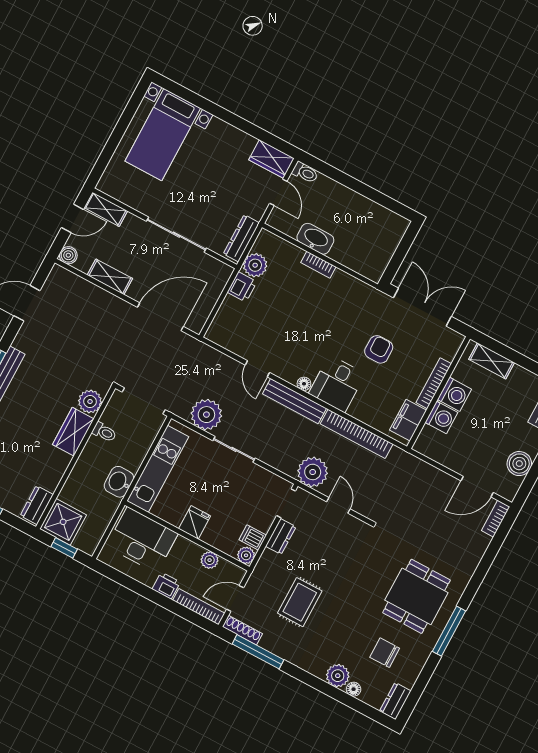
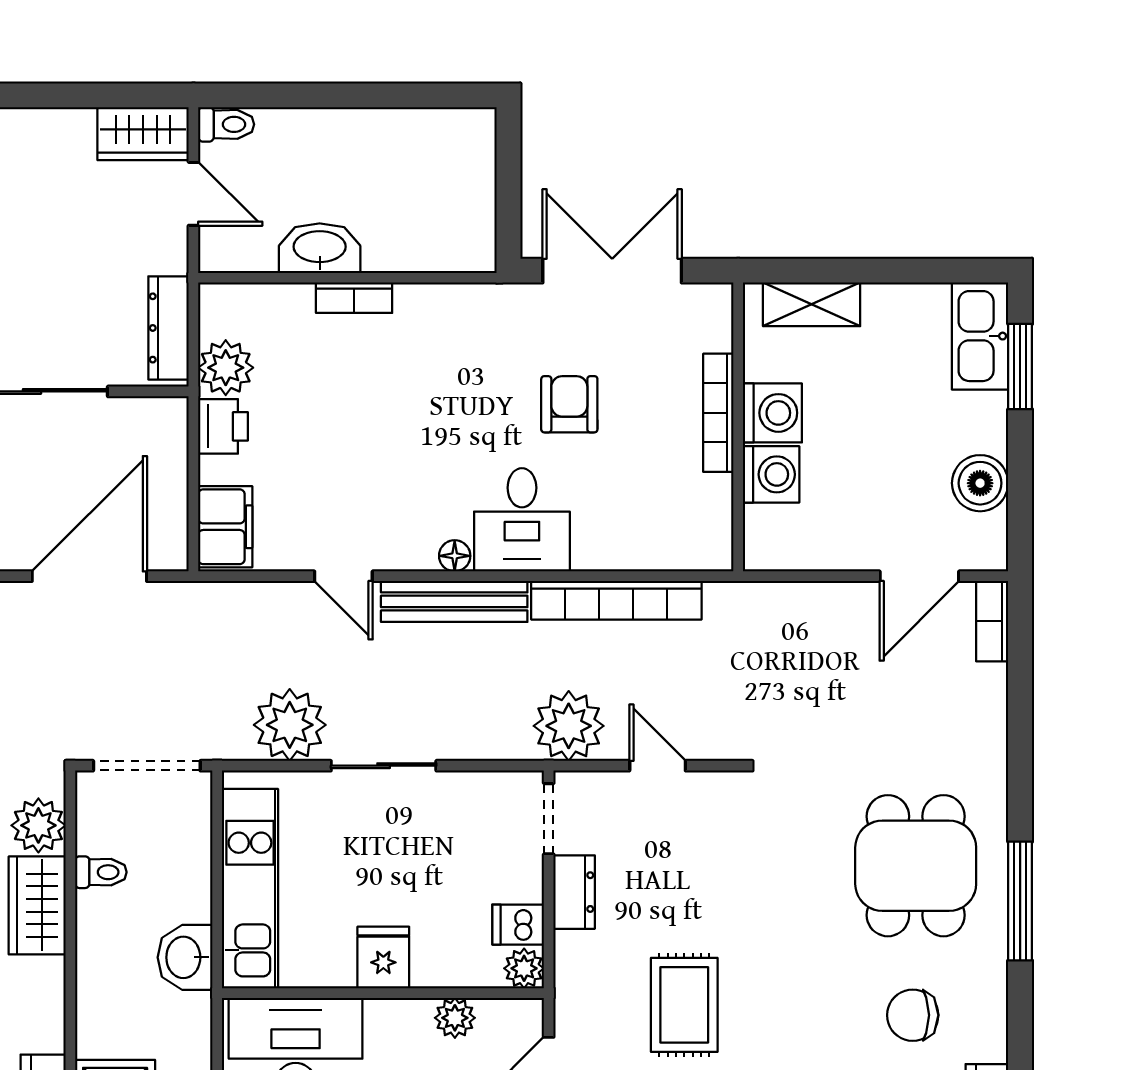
filing cabinet: (408, 420) -> (225, 527), moved, turned 180

